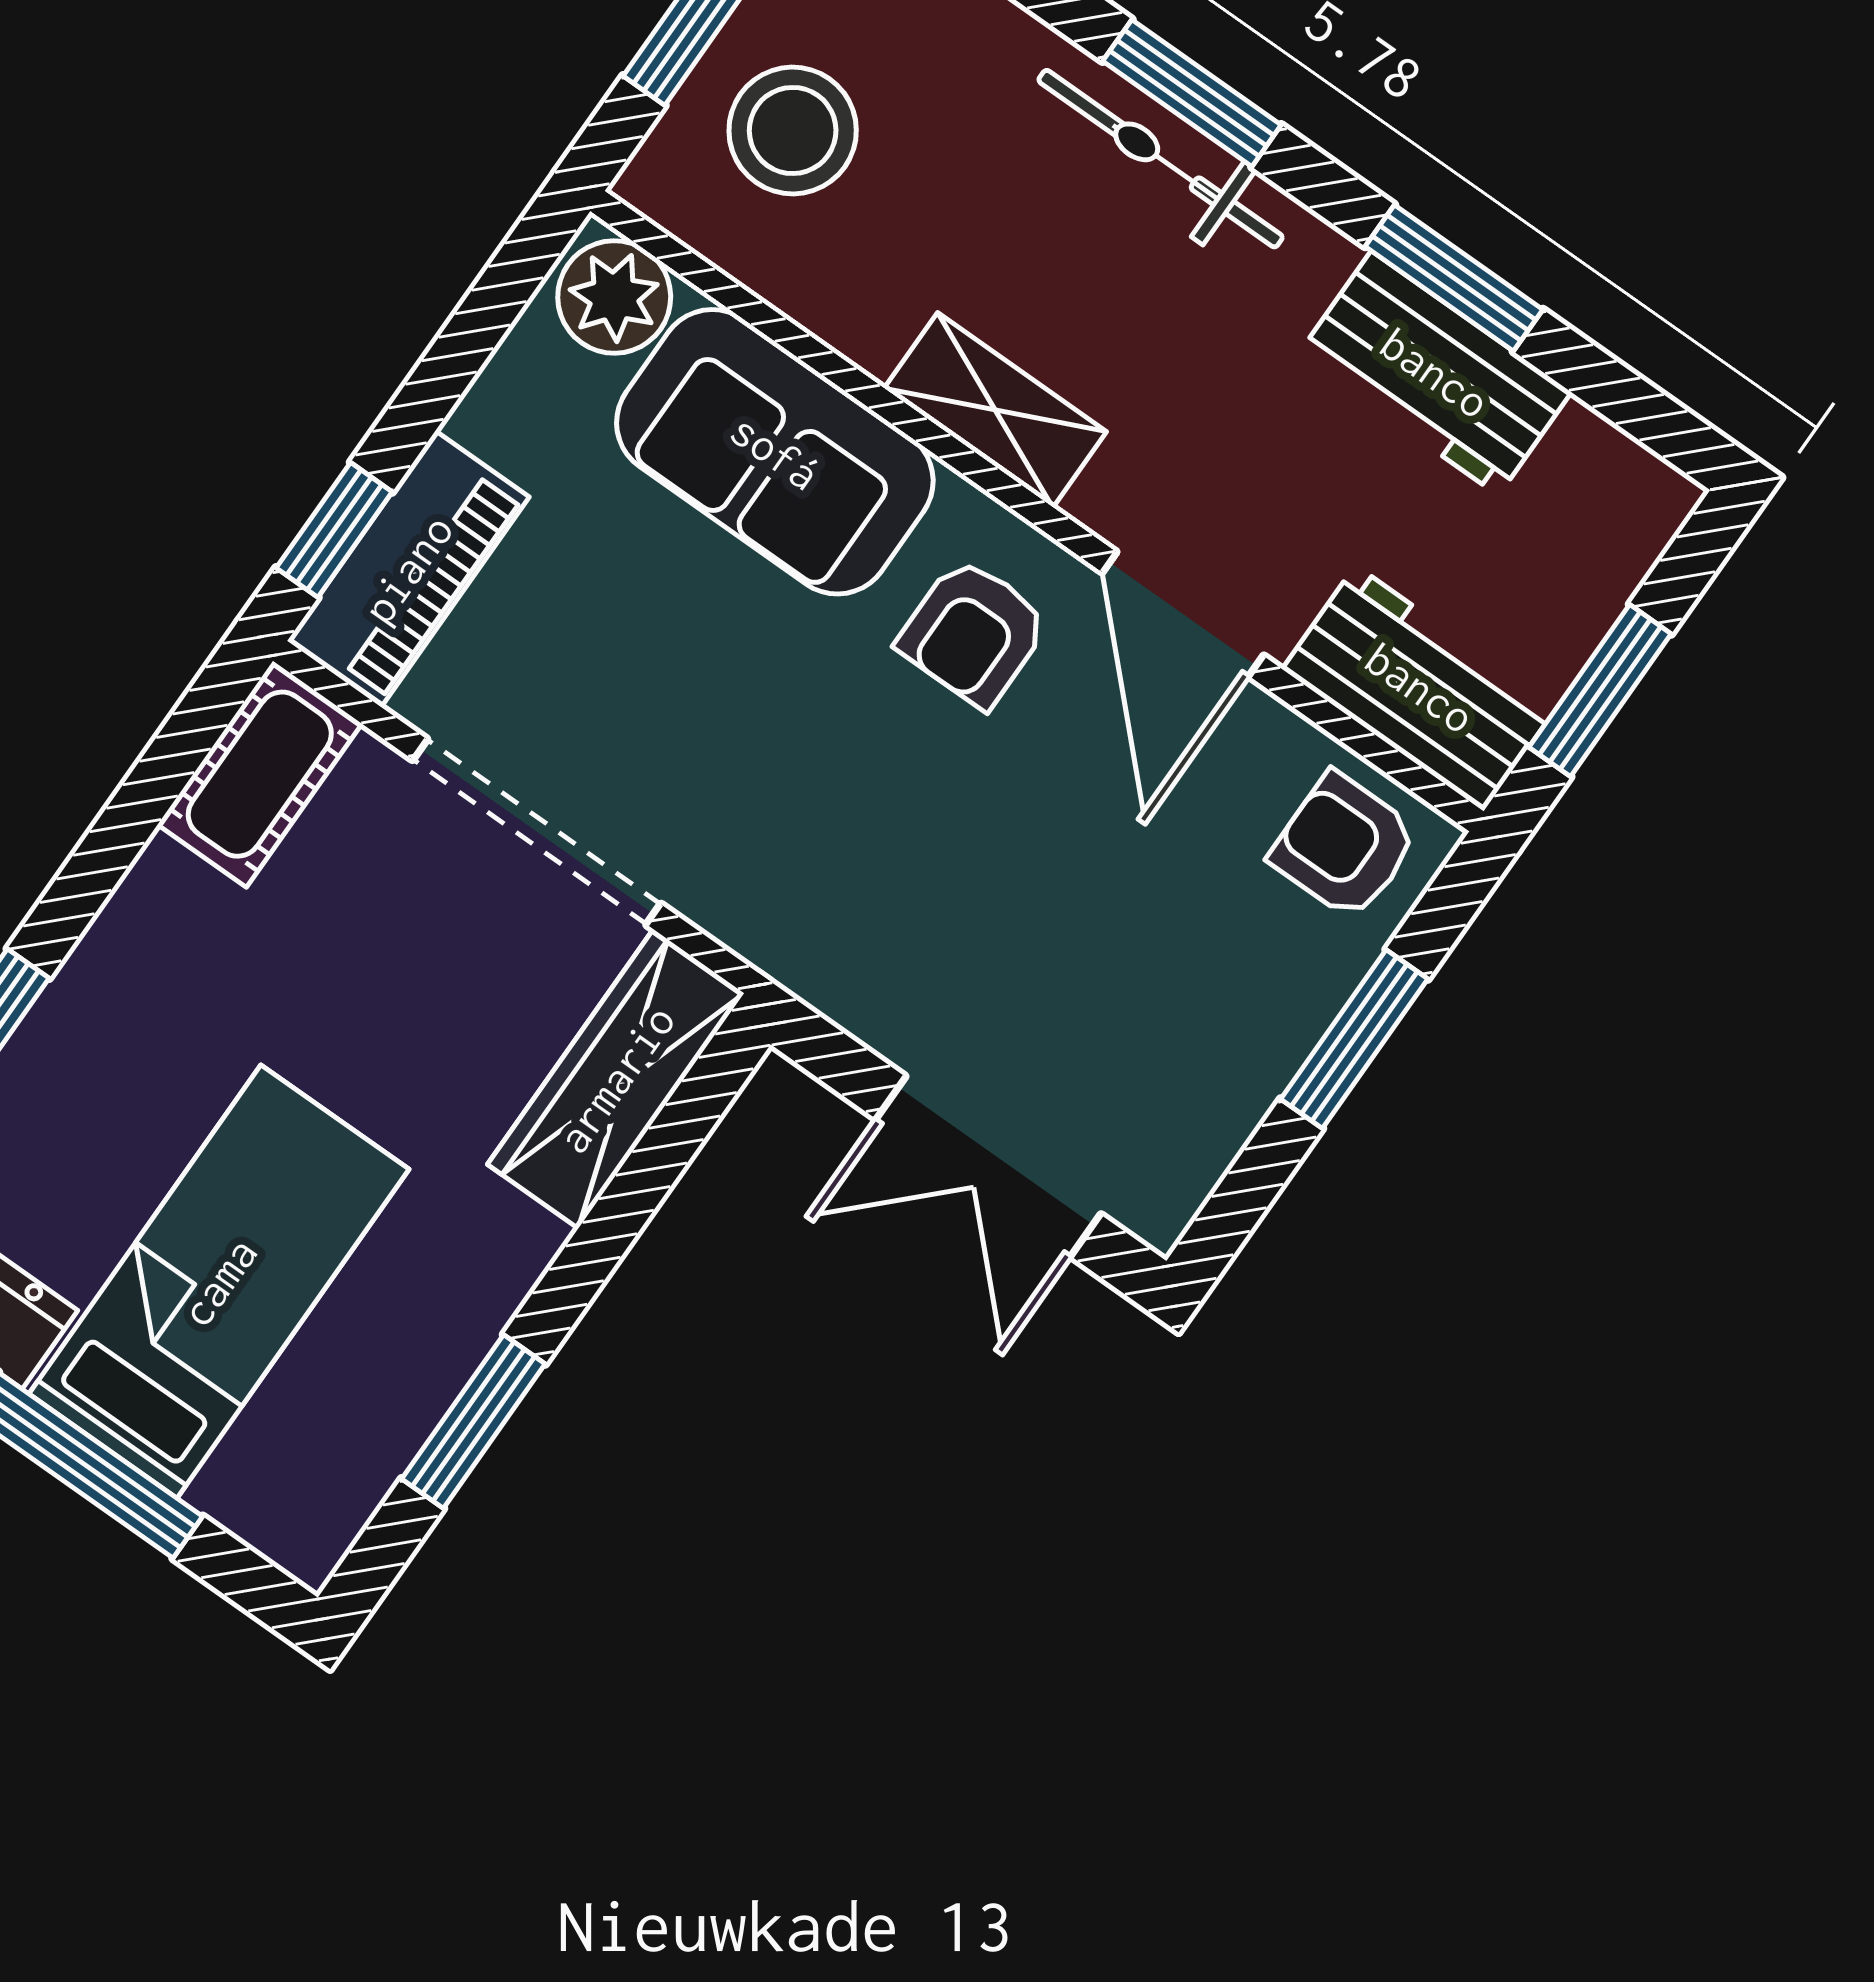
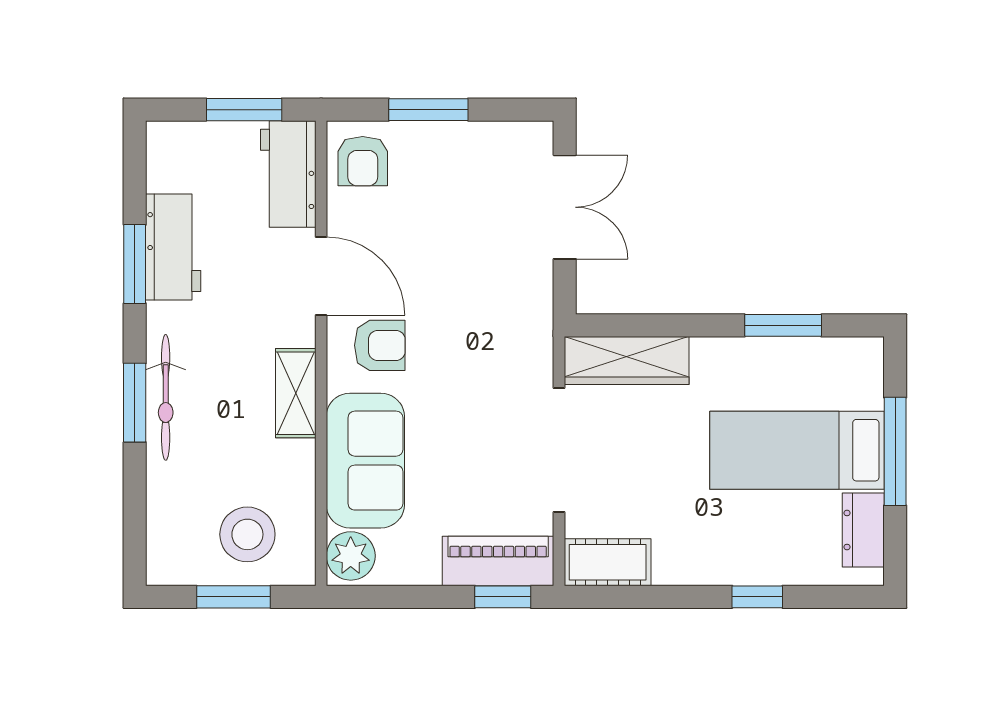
door: (1183, 614) -> (321, 276), hinge flipped

